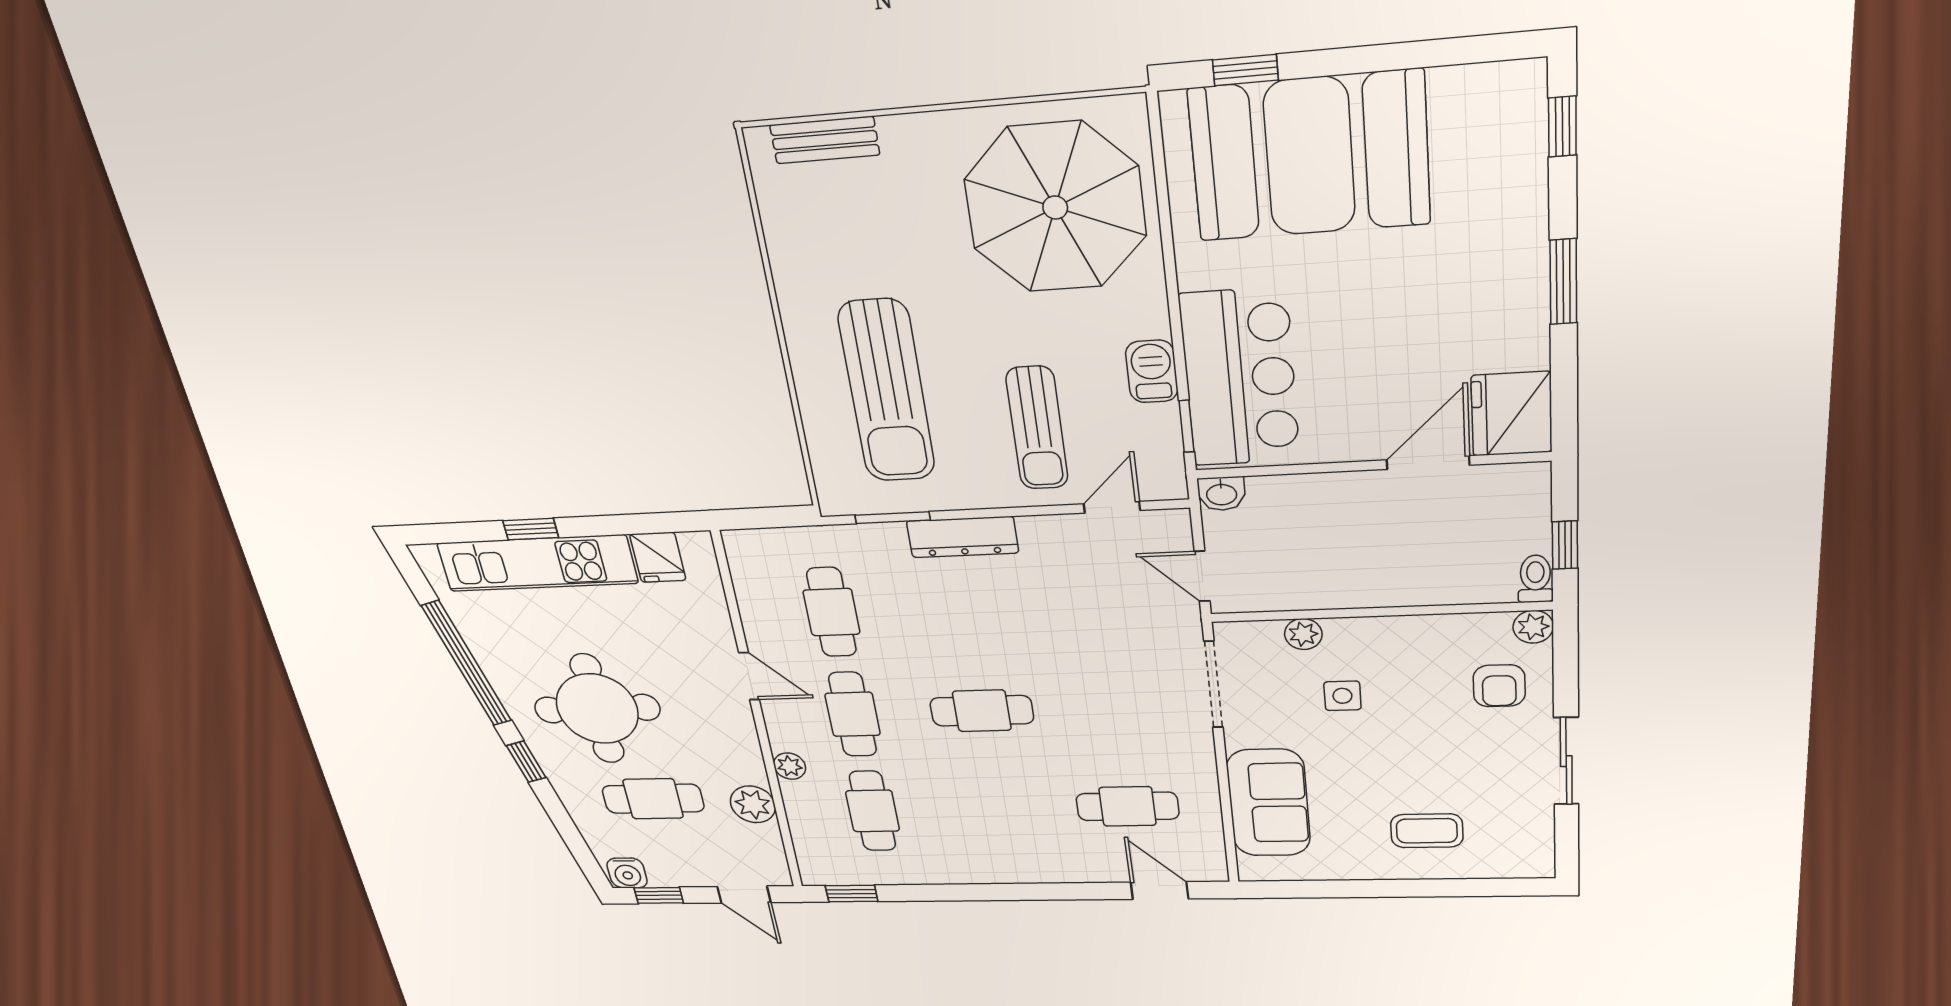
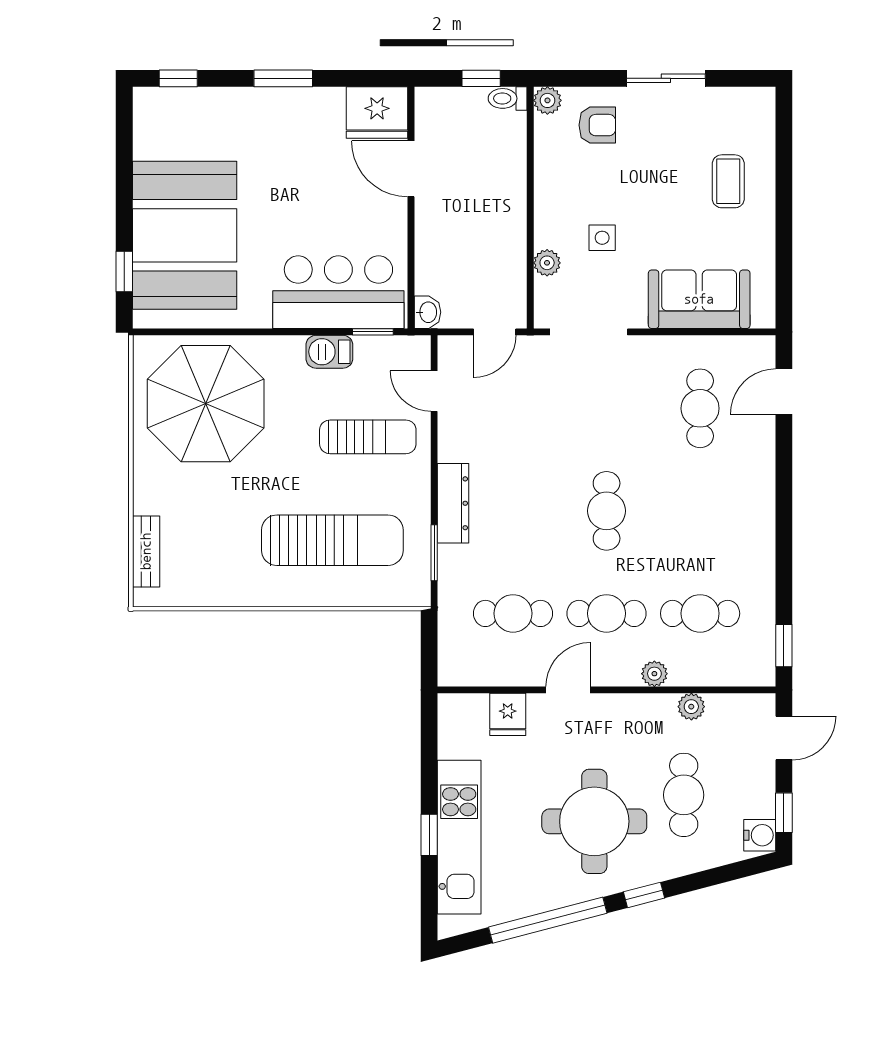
fridge: (658, 557) -> (508, 714), moved, turned 90
plant: (753, 804) -> (691, 707), width x0.73, depth x0.73

